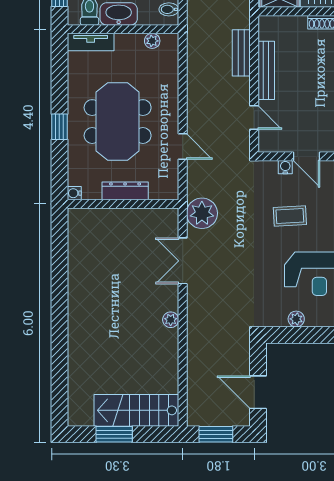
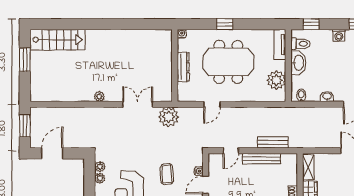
plant: (152, 41) -> (276, 80), width x1.88, depth x1.88
plant: (278, 319) -> (100, 167), added
stairs: (136, 410) -> (58, 40), moved, turned 90

